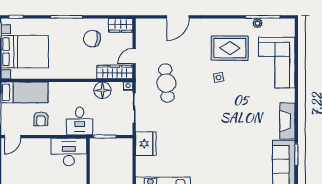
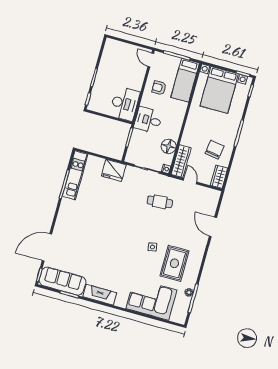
cafe table: (166, 83) -> (160, 202), width x0.73, depth x0.74

